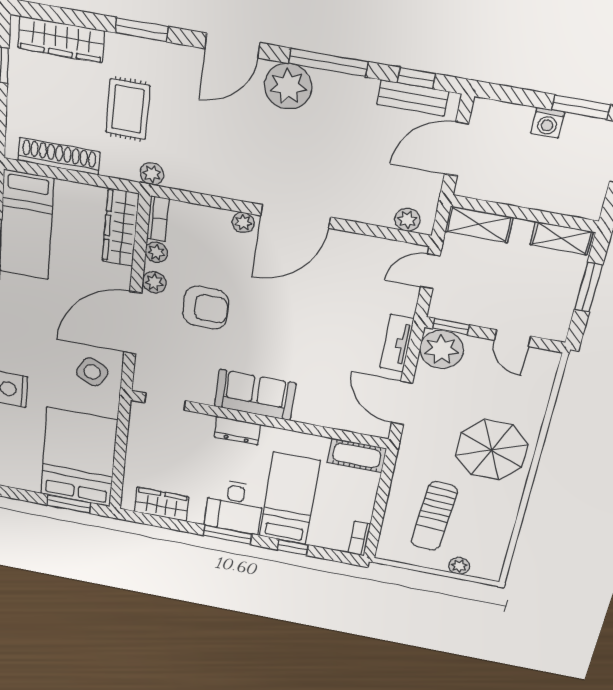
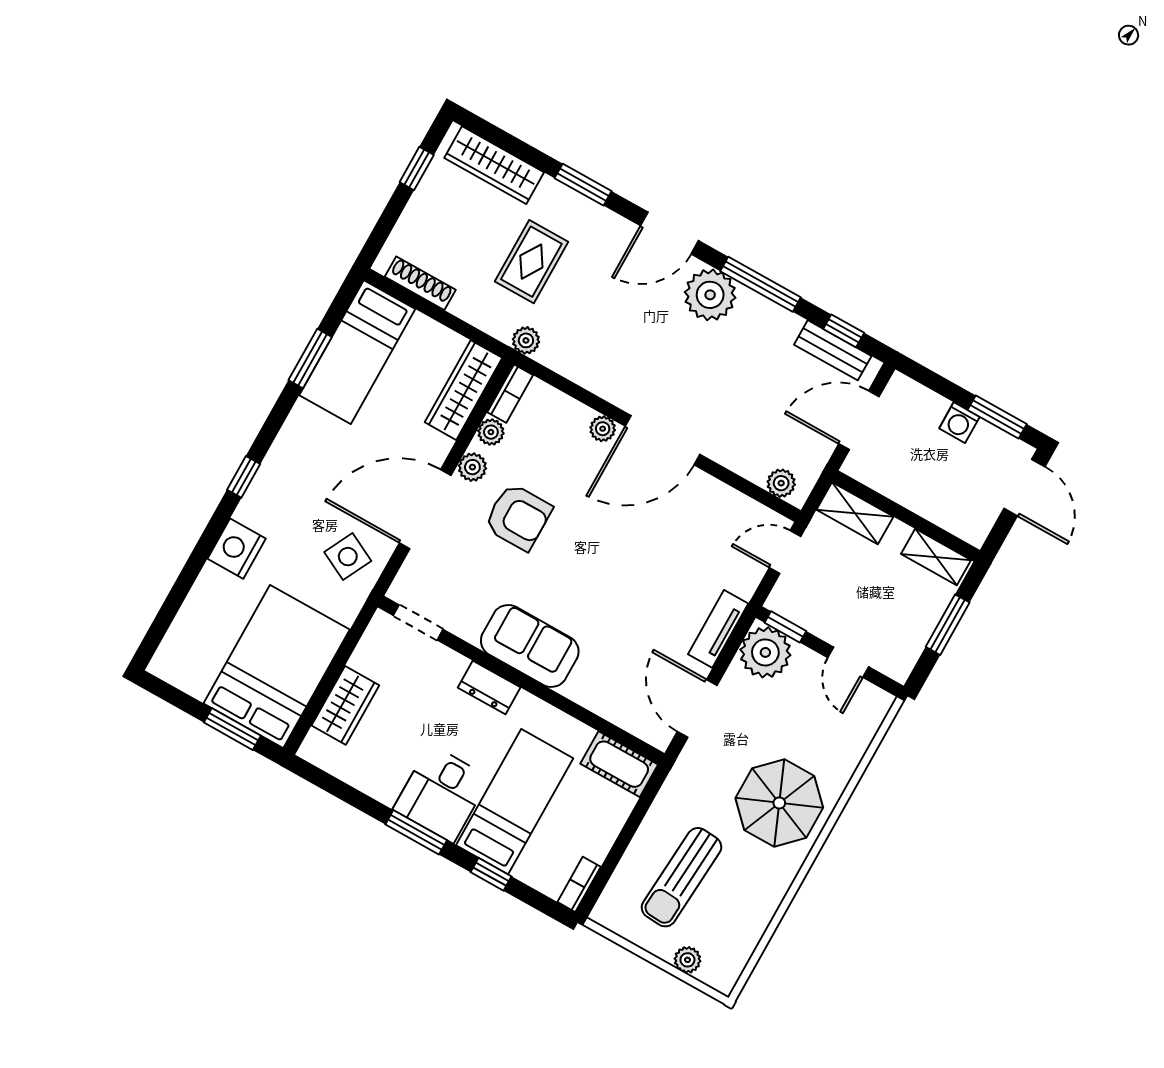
shoe rack: (59, 156) -> (420, 283), width x0.74, depth x0.81
wardrobe: (162, 504) -> (345, 705), moved, turned 90

